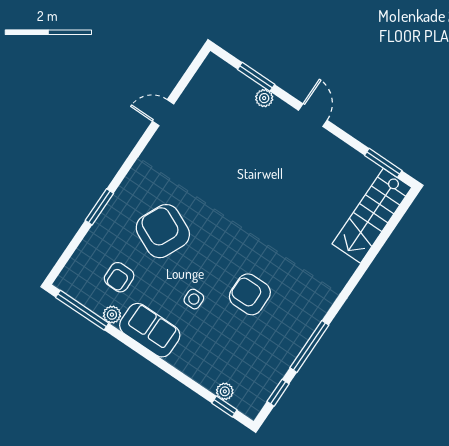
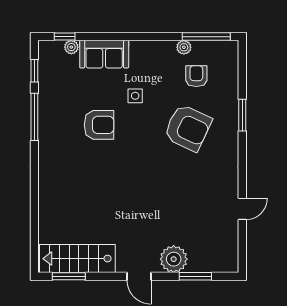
plant: (264, 98) -> (174, 259), width x1.88, depth x1.88
stairs: (372, 216) -> (77, 259), moved, turned -90
sofa: (150, 330) -> (104, 54), moved

